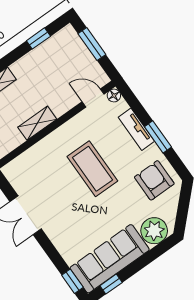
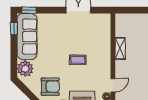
coffee table: (92, 169) -> (78, 60), width x0.54, depth x0.58

